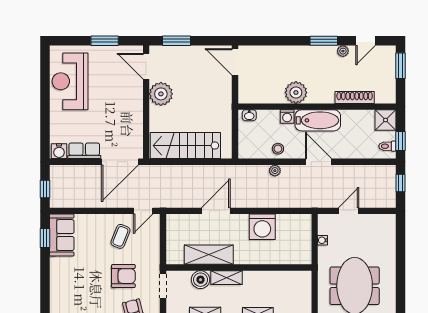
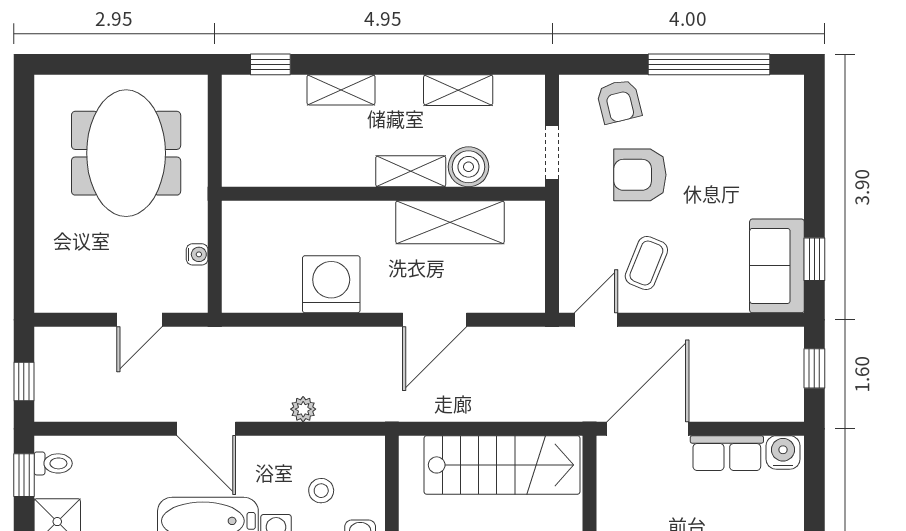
stool: (278, 149) -> (321, 491), moved

